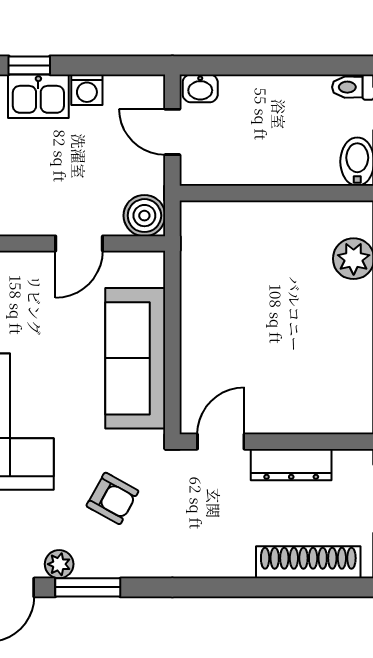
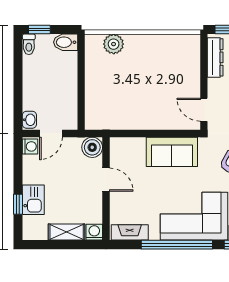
washing machine: (87, 90) -> (30, 146), moved
sofa: (135, 358) -> (172, 152), width x0.73
dresser: (291, 465) -> (215, 57), moved

